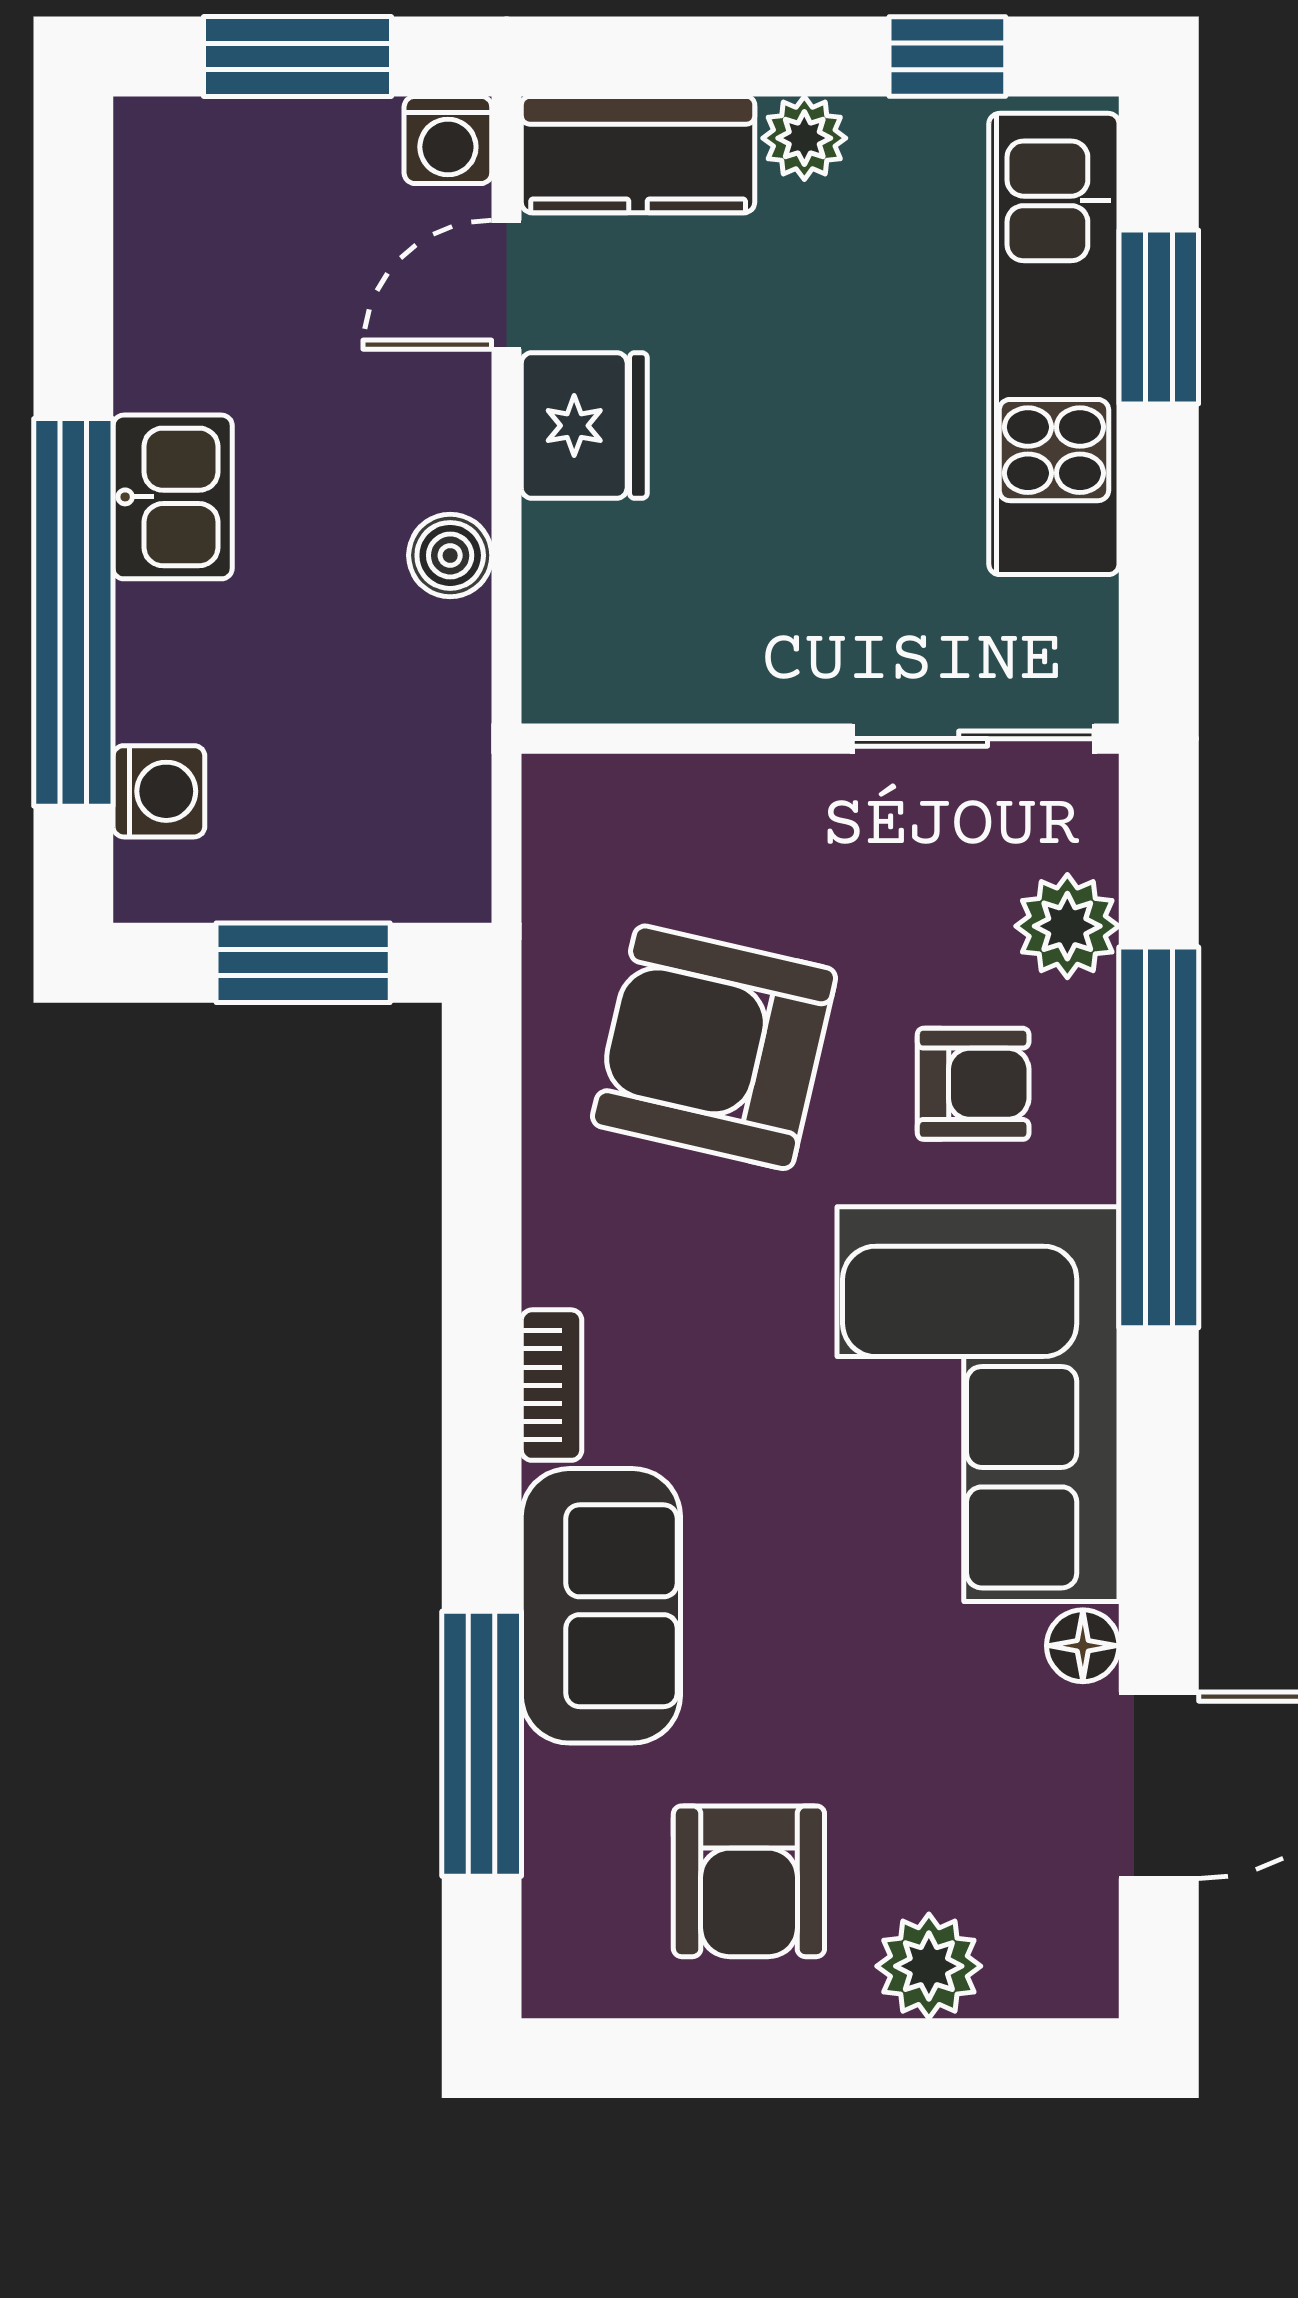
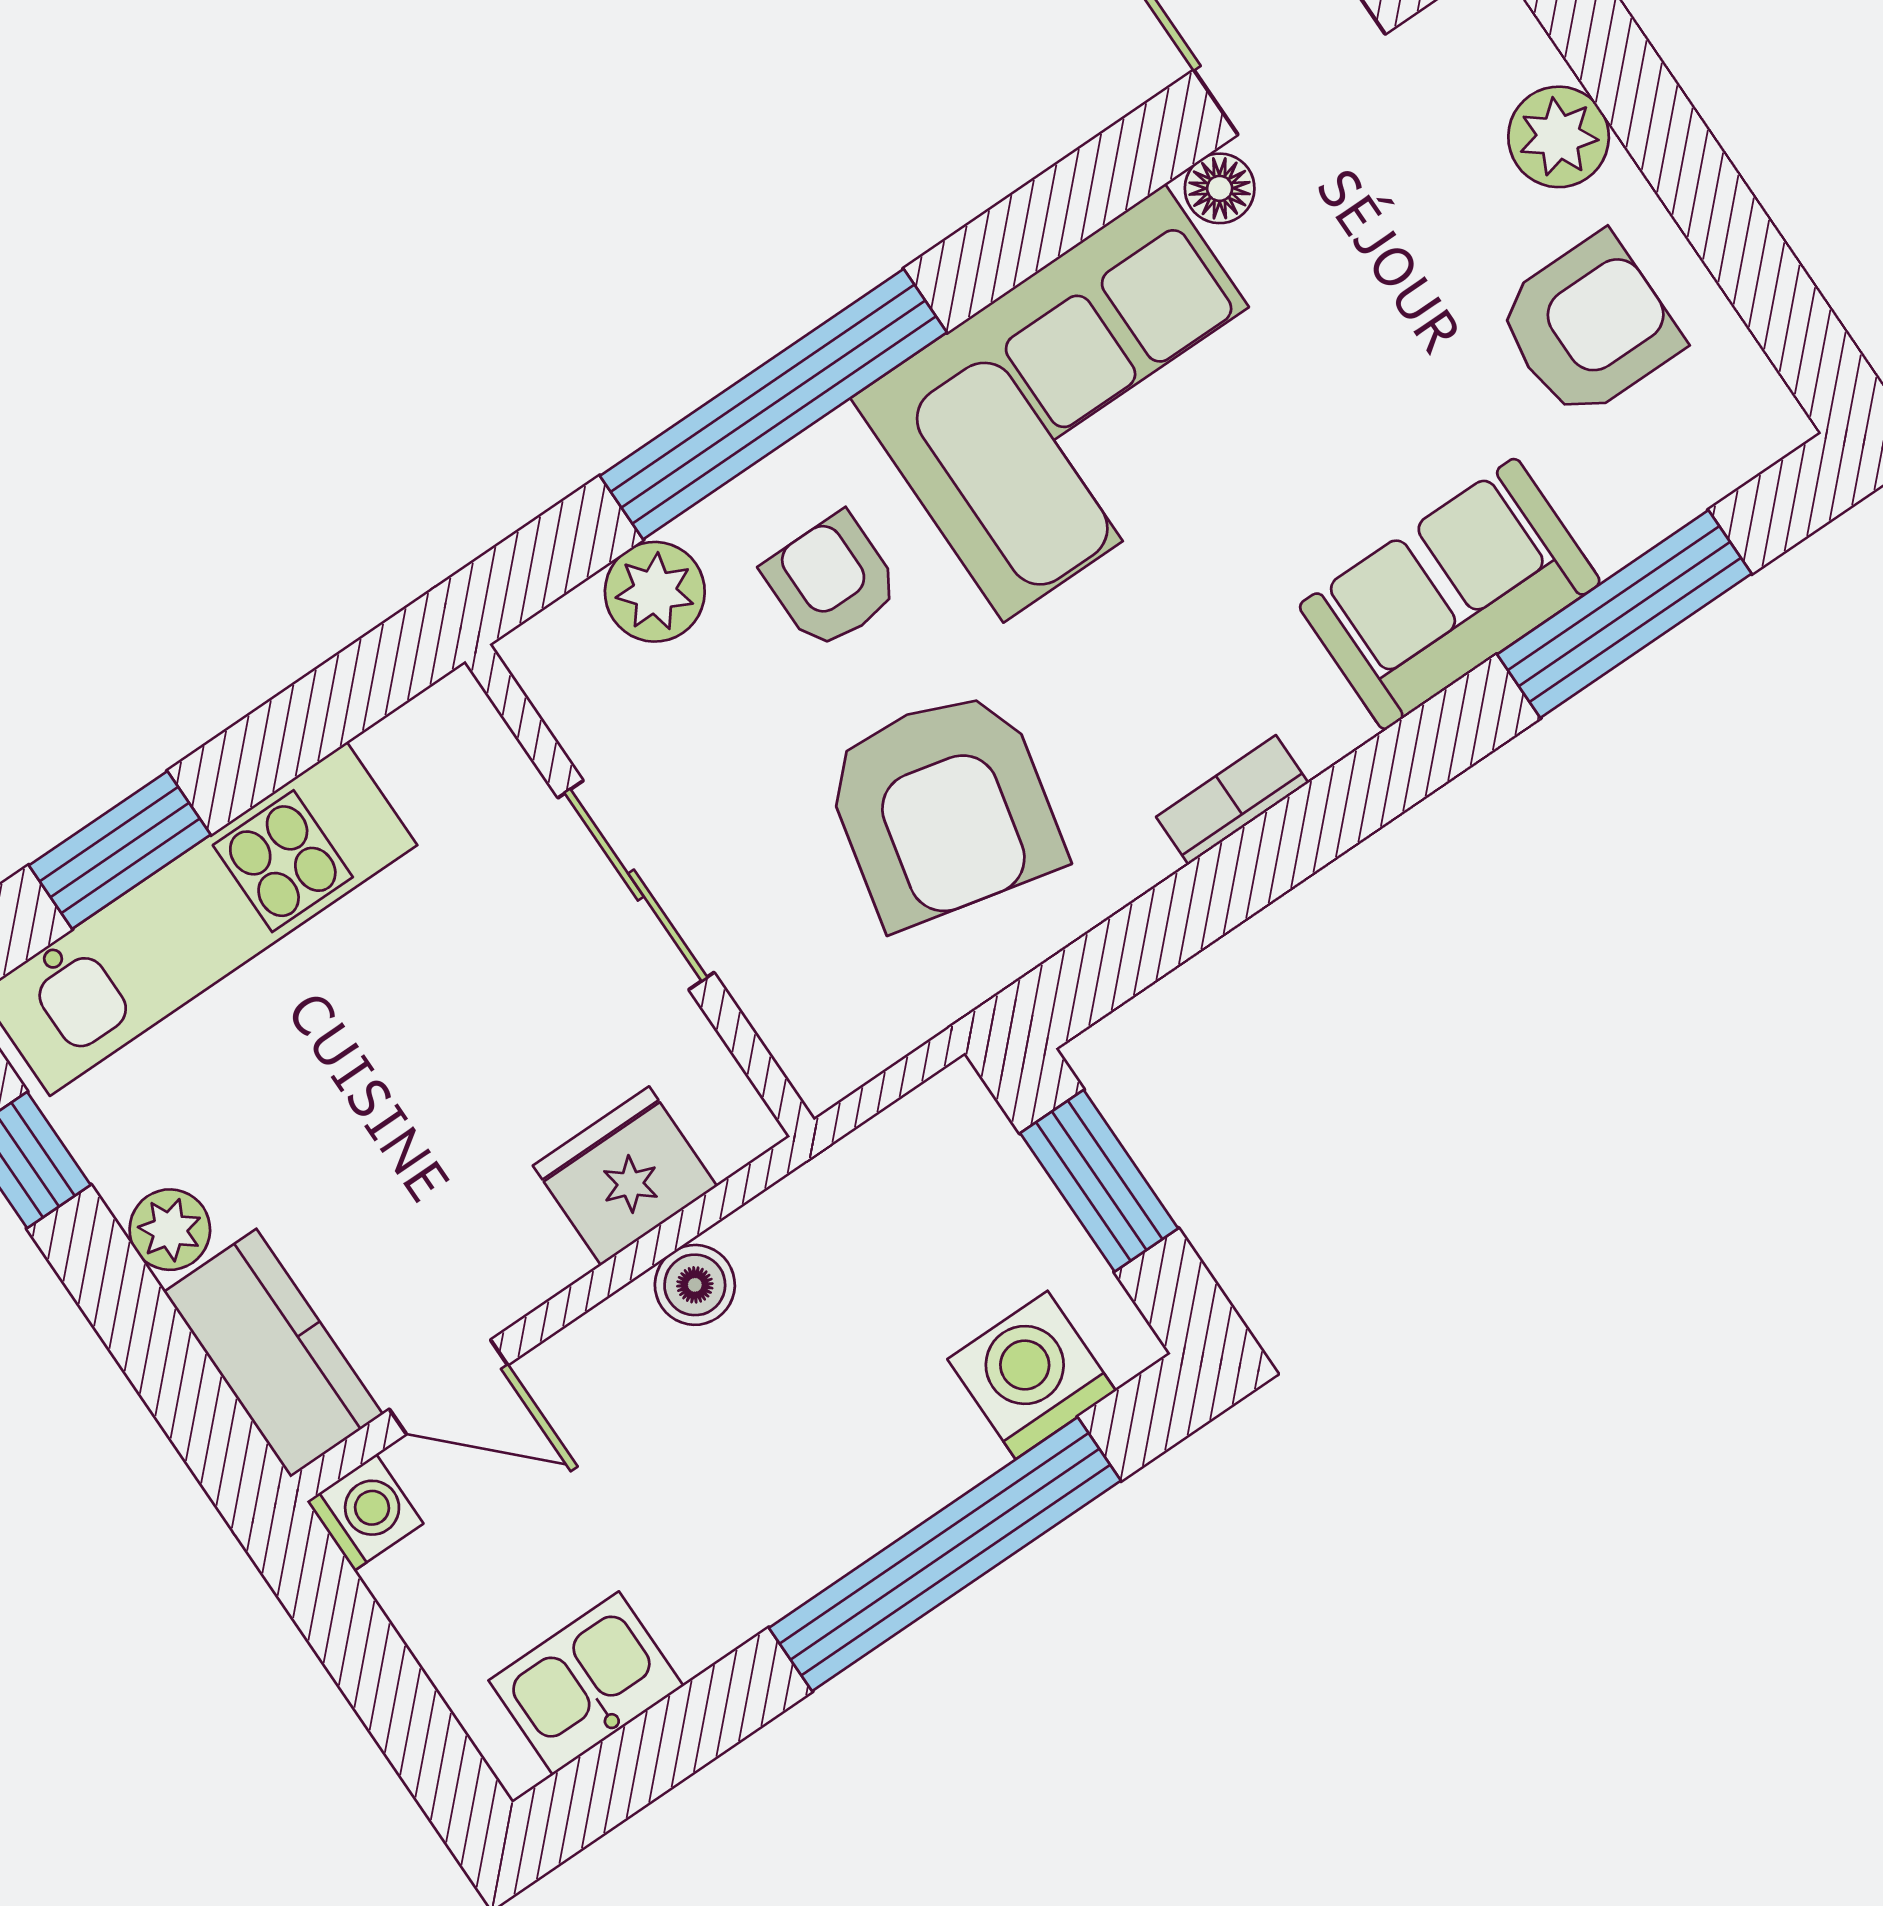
window: (297, 56) -> (380, 1678), removed
fridge: (584, 426) -> (625, 1176), moved
kitchen sink: (173, 497) -> (586, 1683), moved
sliding door: (973, 739) -> (636, 885), moved
washing machine: (159, 791) -> (1032, 1375), width x1.38, depth x1.38
bookcase: (552, 1385) -> (1232, 800), moved

